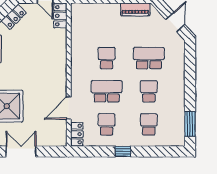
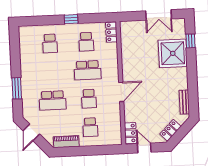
school desk: (149, 91) -> (90, 127), moved
door: (69, 108) -> (121, 92), moved
window: (190, 124) -> (17, 88), moved

